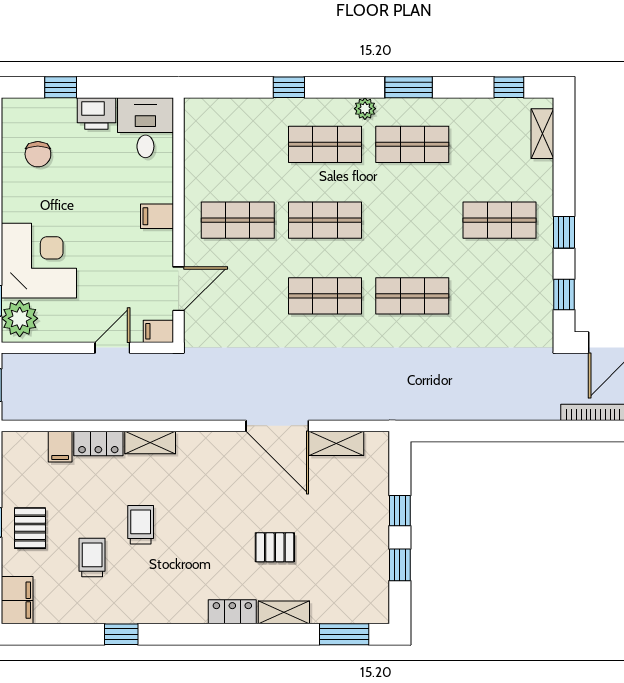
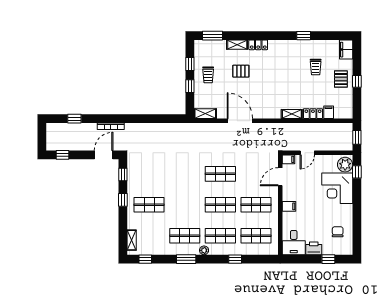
shop shelf: (412, 296) -> (256, 236), moved
shelving: (336, 443) -> (205, 114), moved
trolley: (141, 525) -> (208, 75), moved

